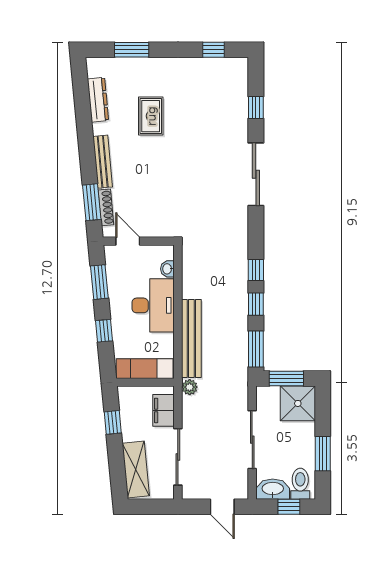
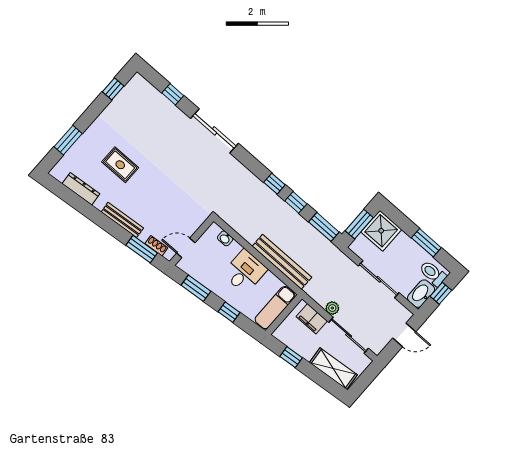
shoe rack: (106, 207) -> (156, 246), width x0.70
desk: (153, 305) -> (245, 271), width x0.73
plant: (190, 387) -> (332, 308), moved

